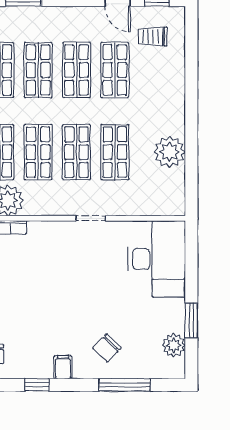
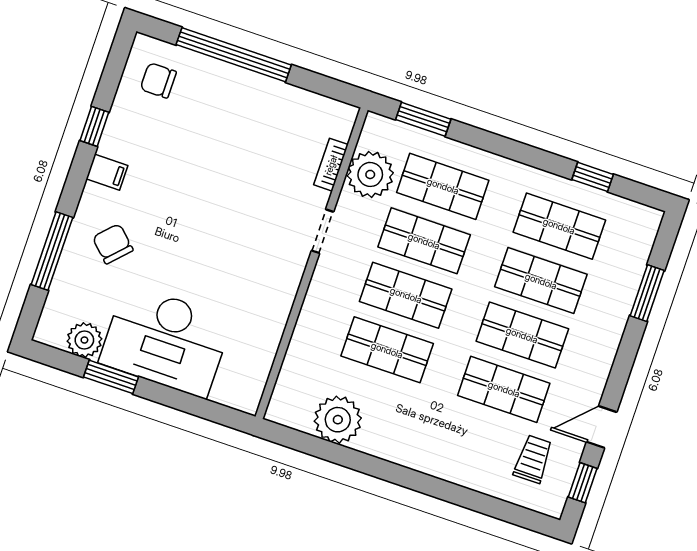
plant: (170, 152) -> (338, 420), moved
doorway: (91, 218) -> (323, 231), moved
desk: (157, 259) -> (166, 341), moved

